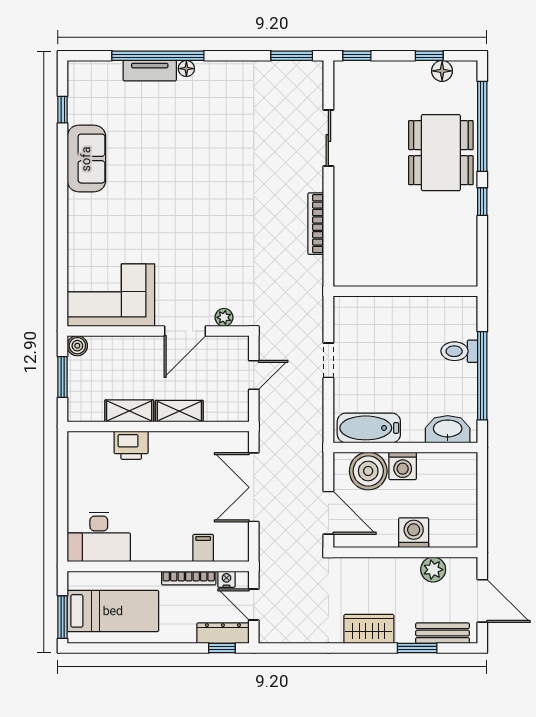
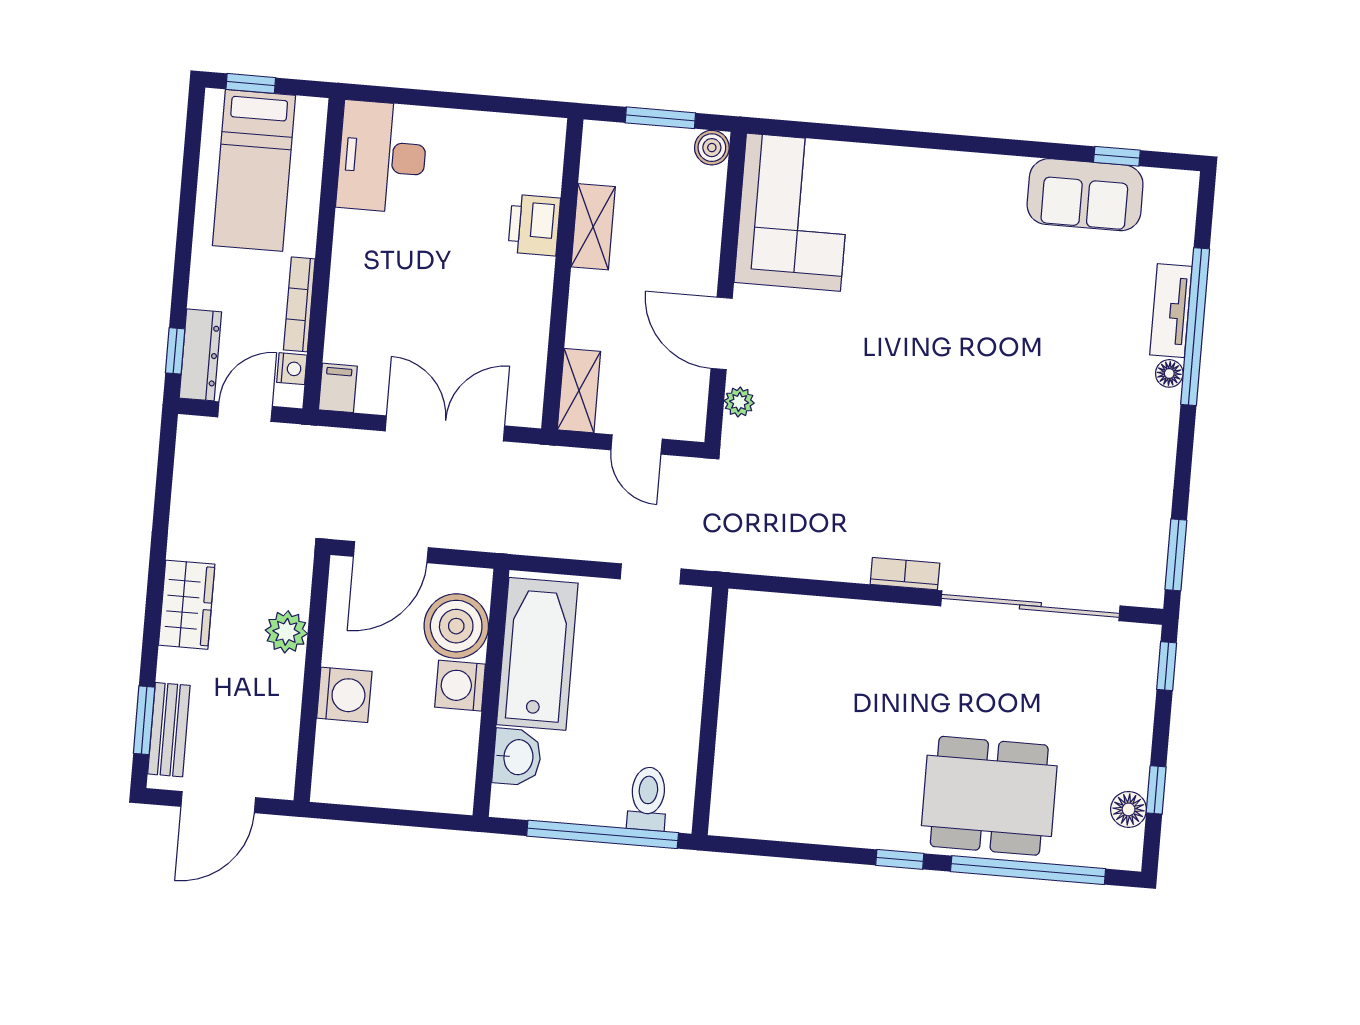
sliding door: (328, 138) -> (1030, 606), width x1.86
sofa: (86, 159) -> (1085, 195), moved
bookcase: (316, 224) -> (905, 574), width x0.64
wall: (405, 291) -> (710, 711), moved
shelving: (179, 411) -> (579, 391), moved
bathtub: (369, 428) -> (537, 654), width x1.36, depth x1.36
washbasin: (448, 429) -> (517, 757), width x0.72
filing cabinet: (203, 548) -> (338, 388), moved, turned -90
plant: (433, 570) -> (286, 632), moved
window: (63, 617) -> (251, 83), width x0.67
window: (417, 648) -> (144, 720), moved

